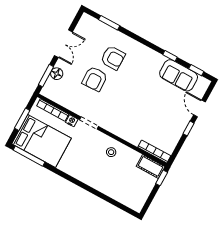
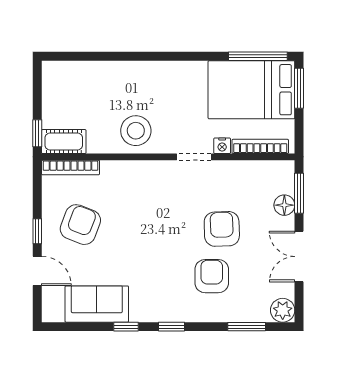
plant: (86, 21) -> (283, 310), added
armchair: (113, 58) -> (212, 276), turned 90
window: (196, 70) -> (172, 327), moved
window: (22, 119) -> (299, 88), moved
armchair: (165, 120) -> (80, 225), added
stool: (111, 152) -> (136, 131), width x1.89, depth x1.89

